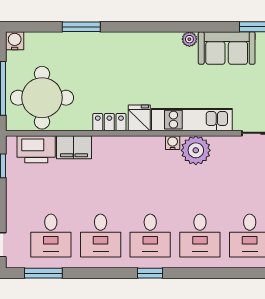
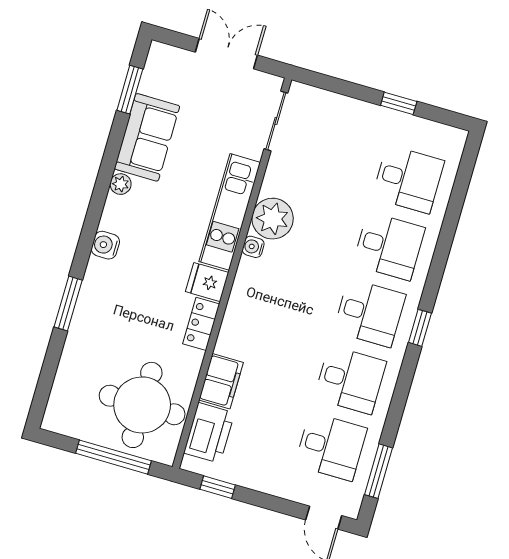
window: (81, 27) -> (68, 304), moved
water cooler: (15, 41) -> (105, 245), moved

